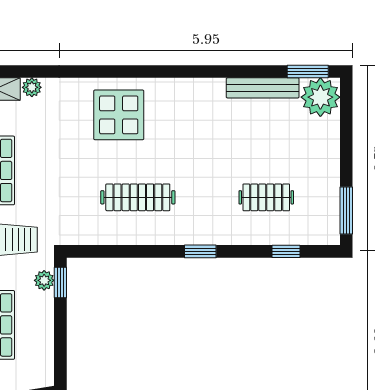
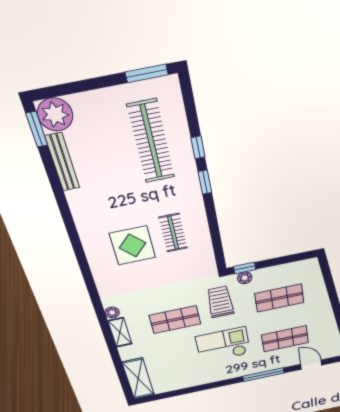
display table: (119, 115) -> (133, 245), moved
clothes rail: (138, 197) -> (173, 233), width x0.73
clothes rail: (266, 197) -> (151, 142), width x1.86, depth x1.31
window: (286, 251) -> (198, 147), moved

